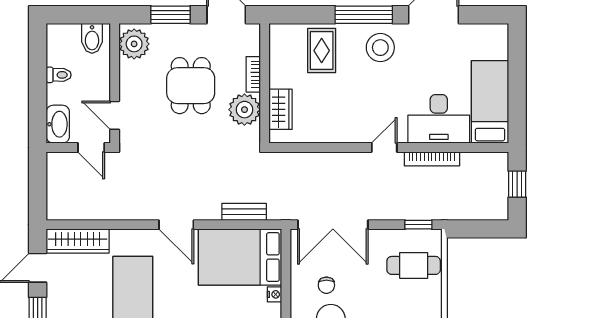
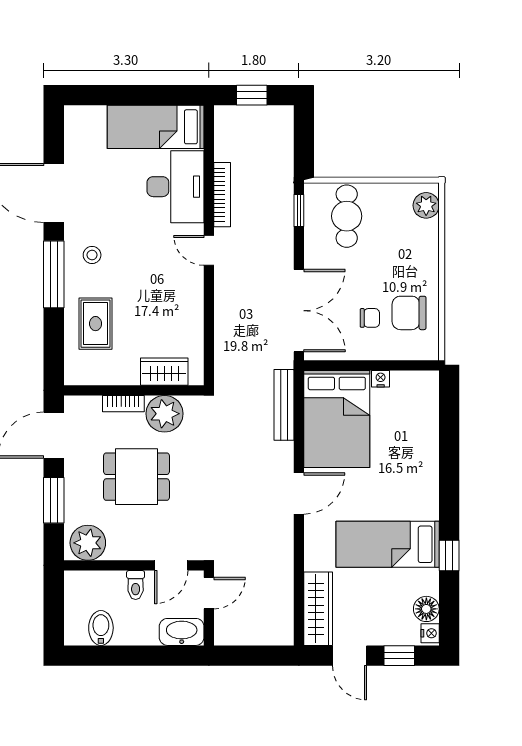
bidet: (92, 38) -> (101, 628), moved, turned -90
stool: (380, 48) -> (92, 255), width x0.53, depth x0.53
rug: (322, 51) -> (96, 324), turned 90
toilet: (59, 75) -> (136, 585), moved, turned 180
bench: (244, 212) -> (284, 405), width x1.36

